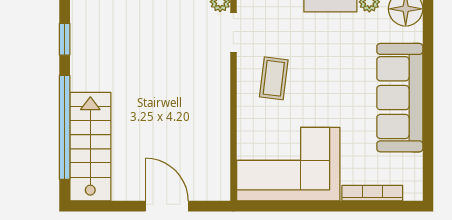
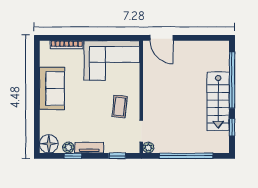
sofa: (400, 98) -> (52, 88), width x0.73
stairs: (90, 147) -> (218, 101), moved
door: (167, 206) -> (161, 38), moved

